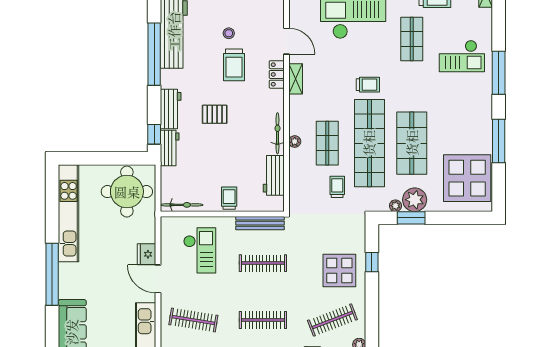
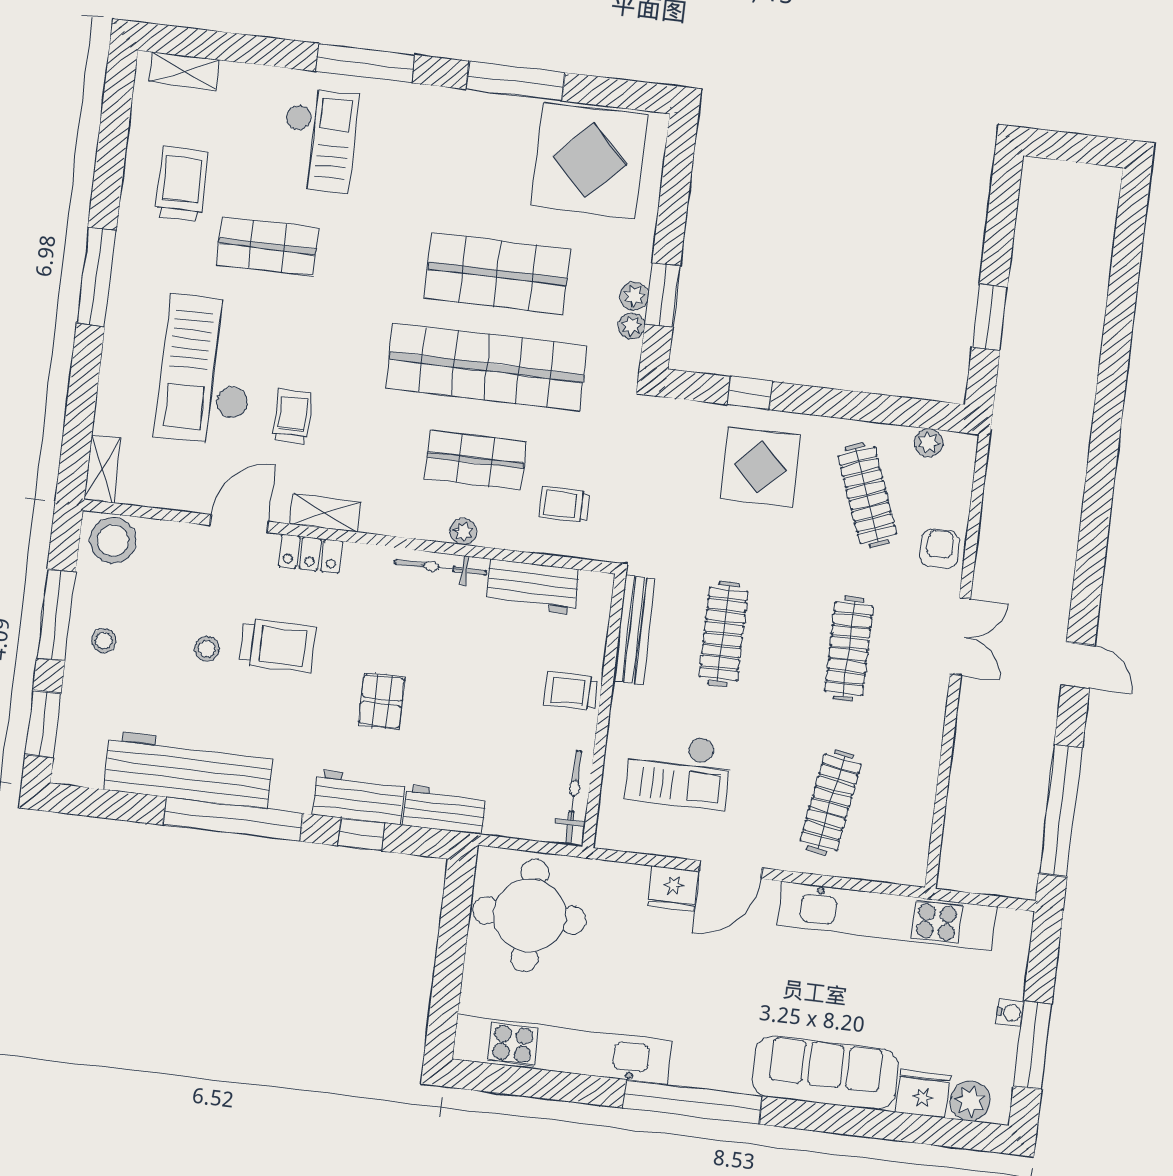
trolley: (368, 85) -> (292, 417), moved
window: (154, 134) -> (361, 834), moved
trolley: (337, 187) -> (564, 505), moved
plant: (415, 200) -> (634, 296), width x0.53, depth x0.53
checkout: (200, 250) -> (678, 770), turned 180

